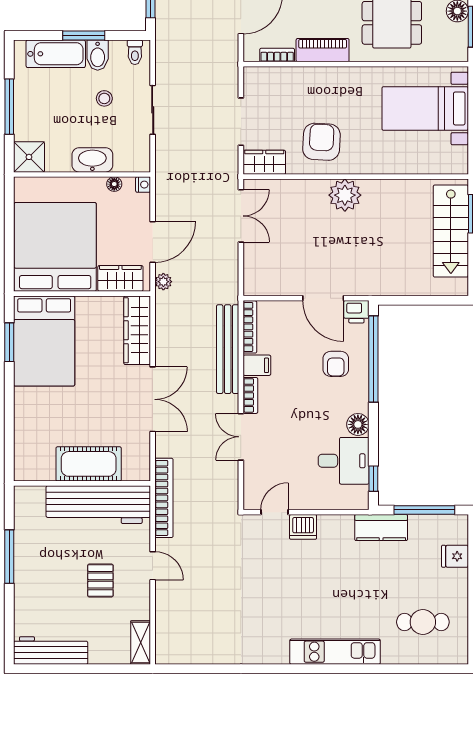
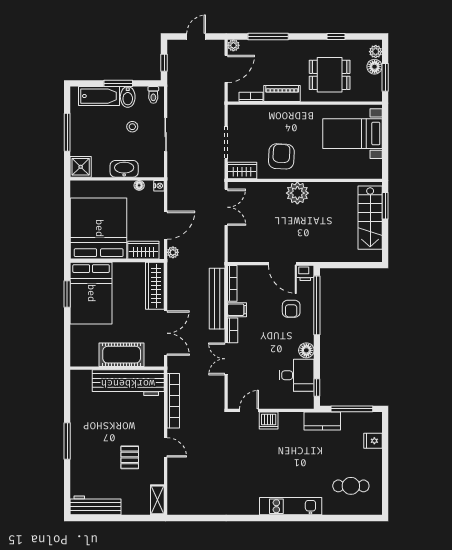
cot: (89, 464) -> (122, 355), moved
wall: (82, 483) -> (117, 368), moved
workbench: (98, 505) -> (128, 383), moved

